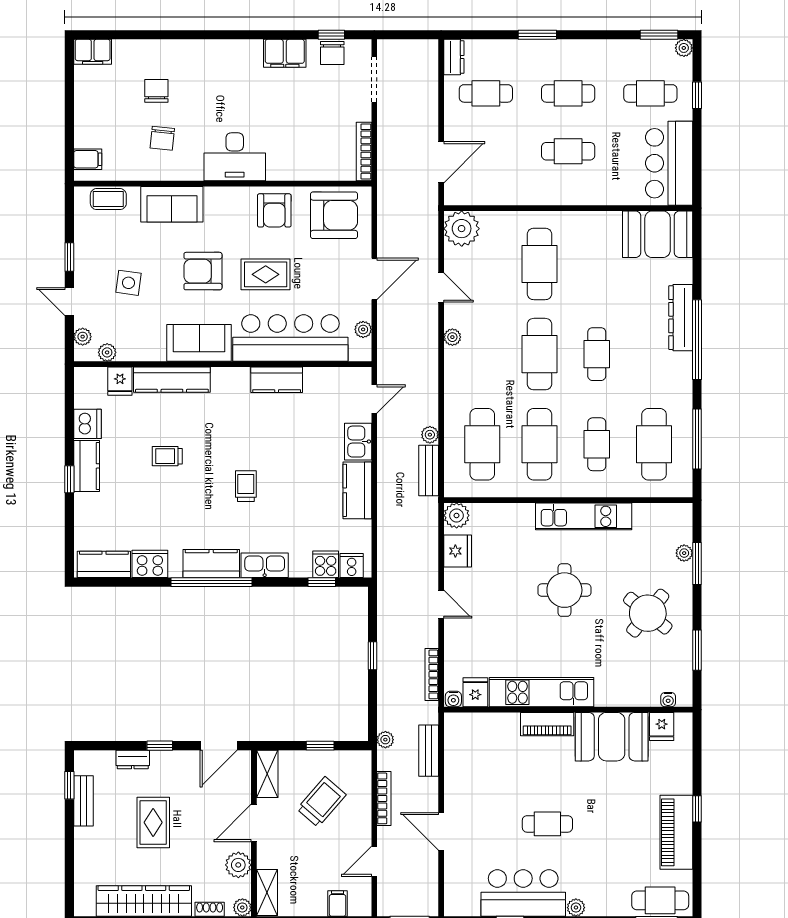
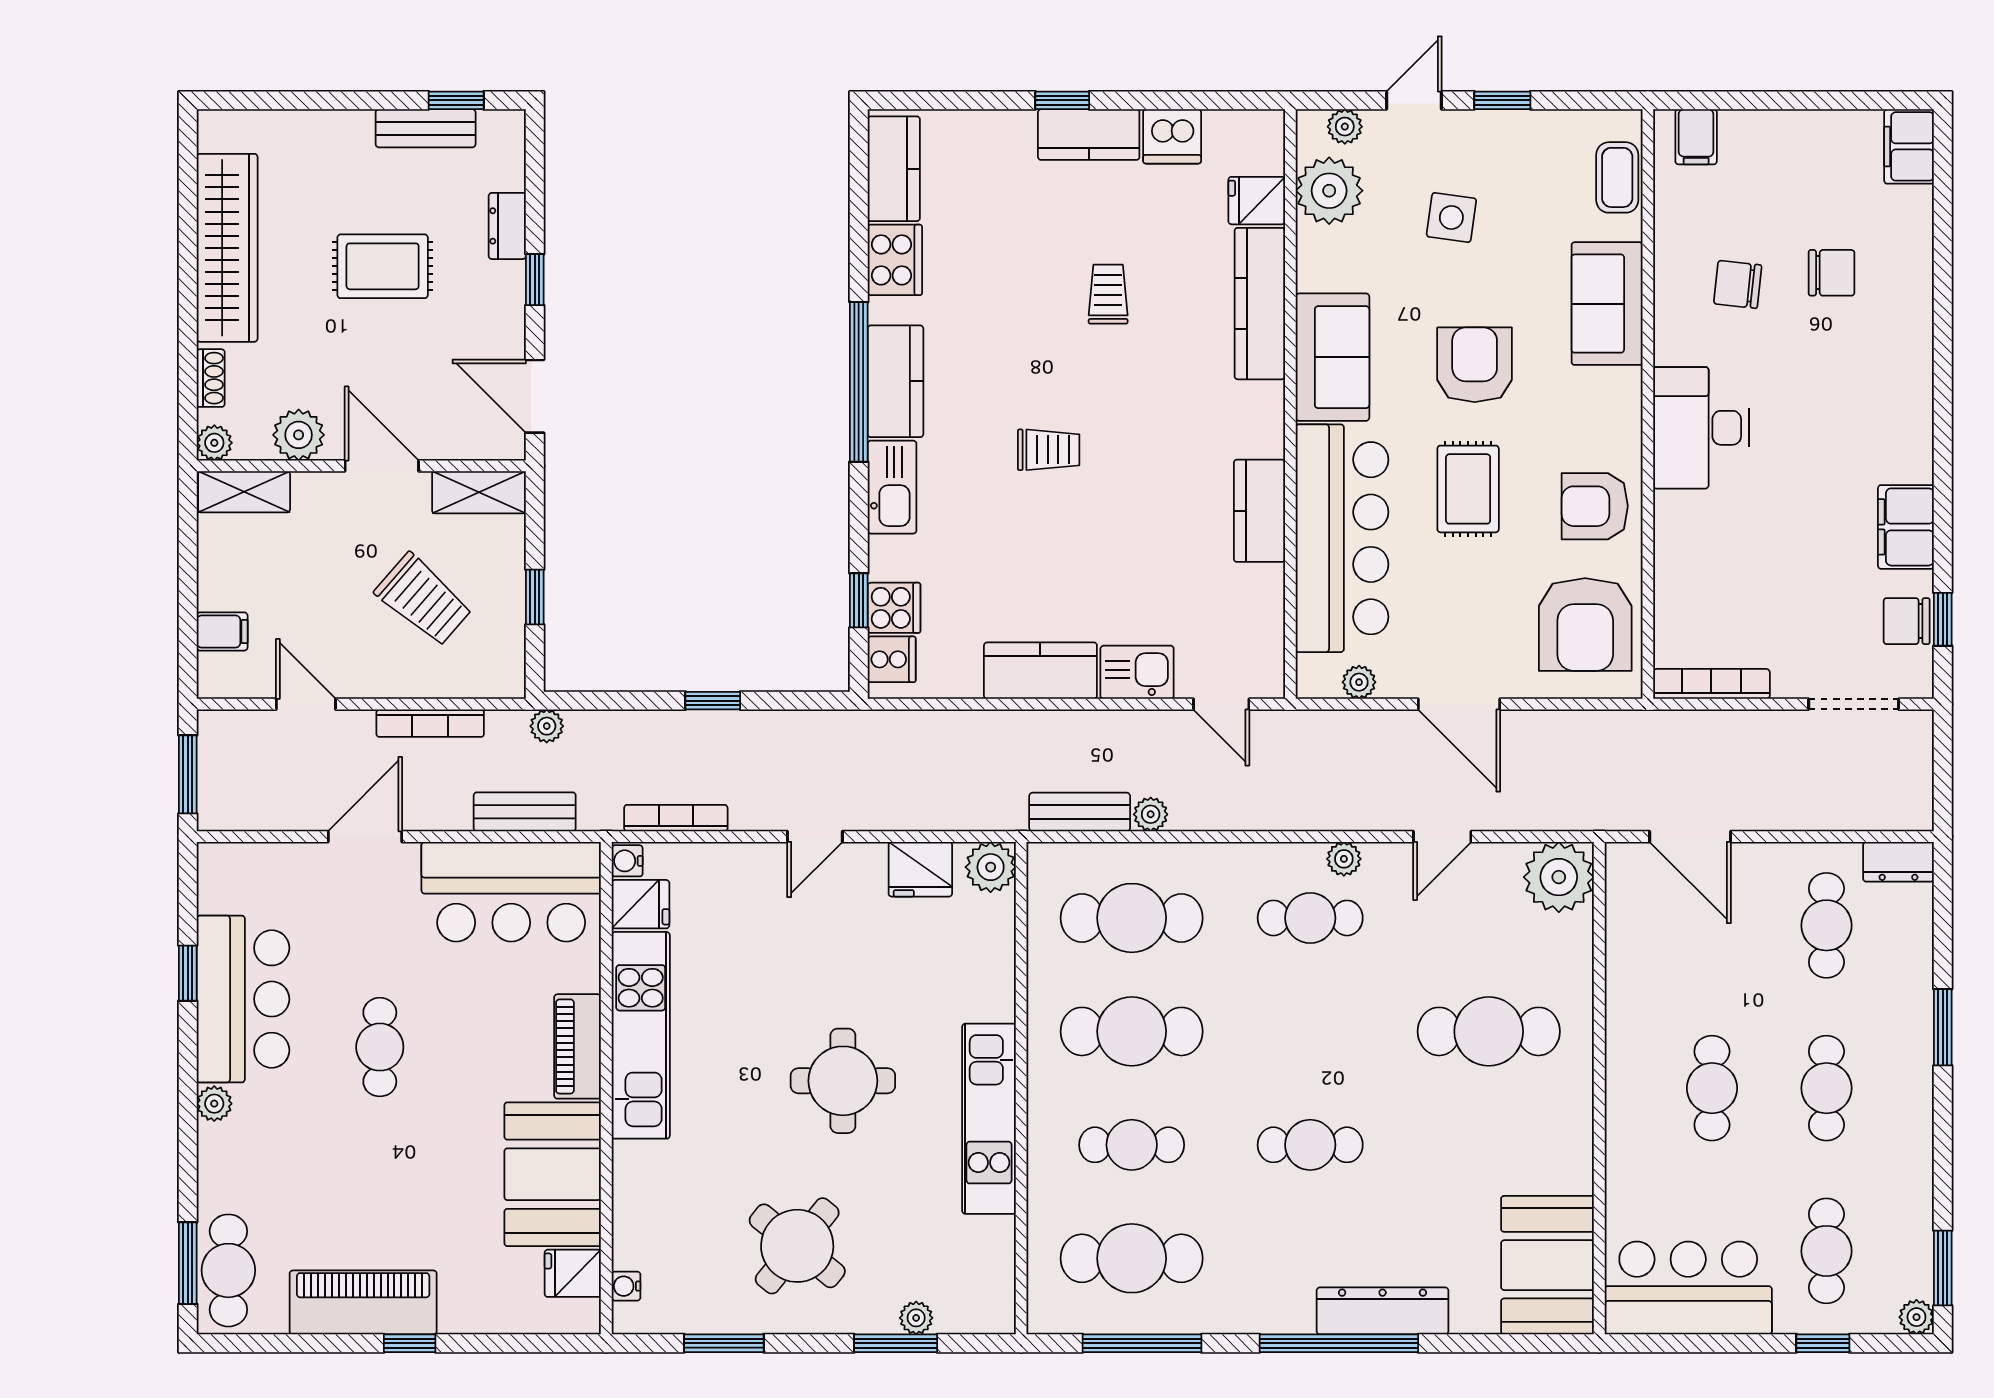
plant: (107, 352) -> (1329, 191), width x1.88, depth x1.88
cafe table: (539, 354) -> (1310, 918), moved, width x0.73, depth x0.74
bar counter: (469, 758) -> (511, 892), added

